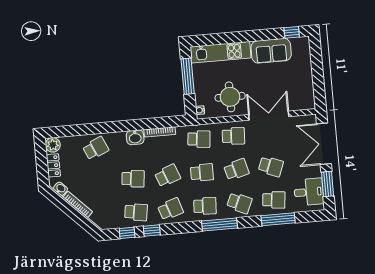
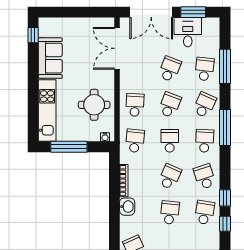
double door: (269, 116) -> (117, 48), moved
school desk: (236, 169) -> (170, 105), turned 36
school desk: (167, 176) -> (170, 177), turned 45
desk: (309, 192) -> (188, 32), moved

